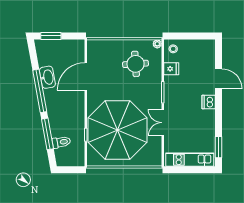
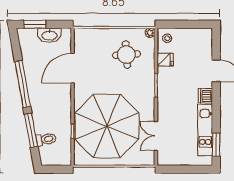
washbasin: (47, 77) -> (49, 35), moved, turned 100
double door: (163, 123) -> (156, 136), moved
kitchen unit: (190, 160) -> (205, 130), moved, turned -90

